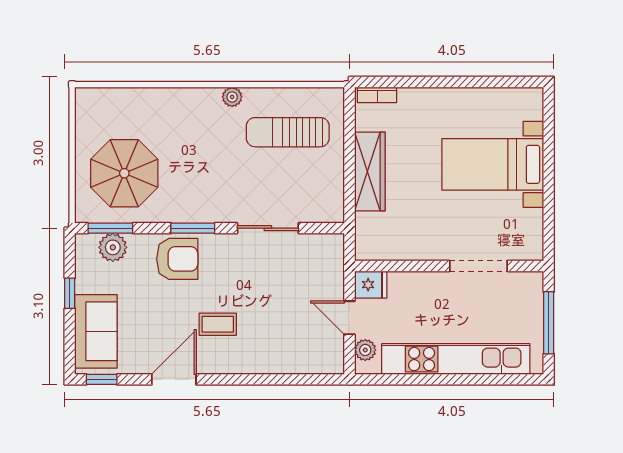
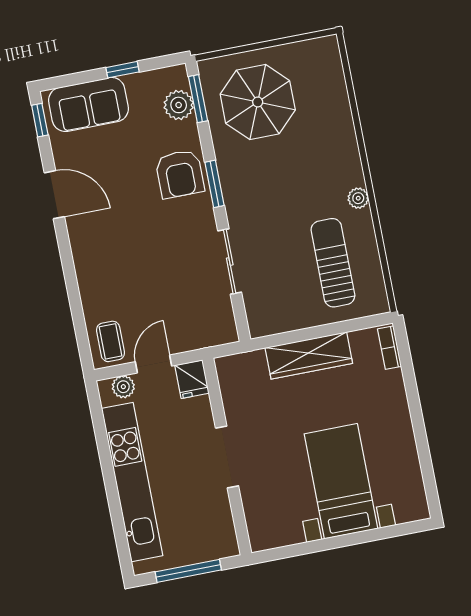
doorway: (479, 266) -> (227, 457), moved
coffee table: (218, 324) -> (110, 341), moved

